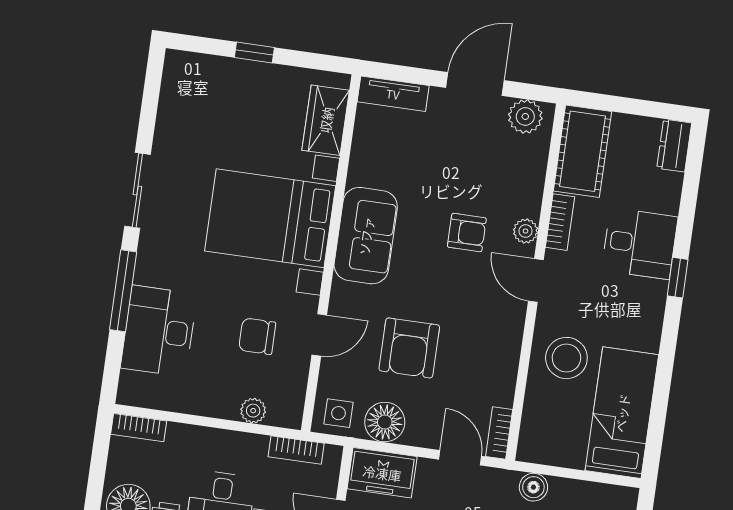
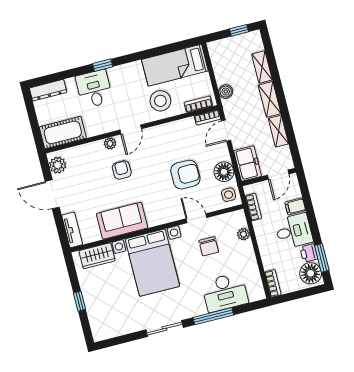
dresser: (674, 146) -> (48, 90), width x1.44
bookcase: (560, 222) -> (198, 104), moved
sofa: (366, 236) -> (122, 221), moved

